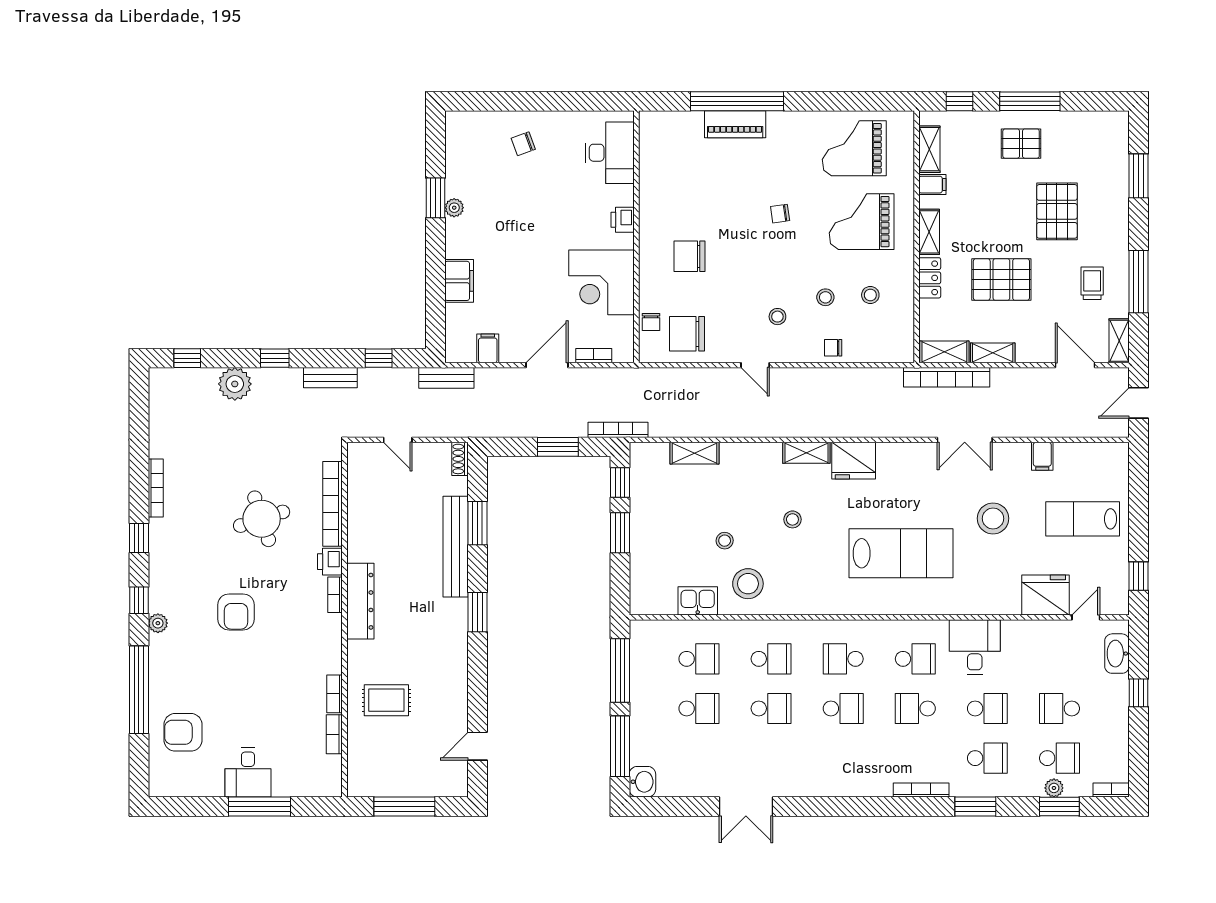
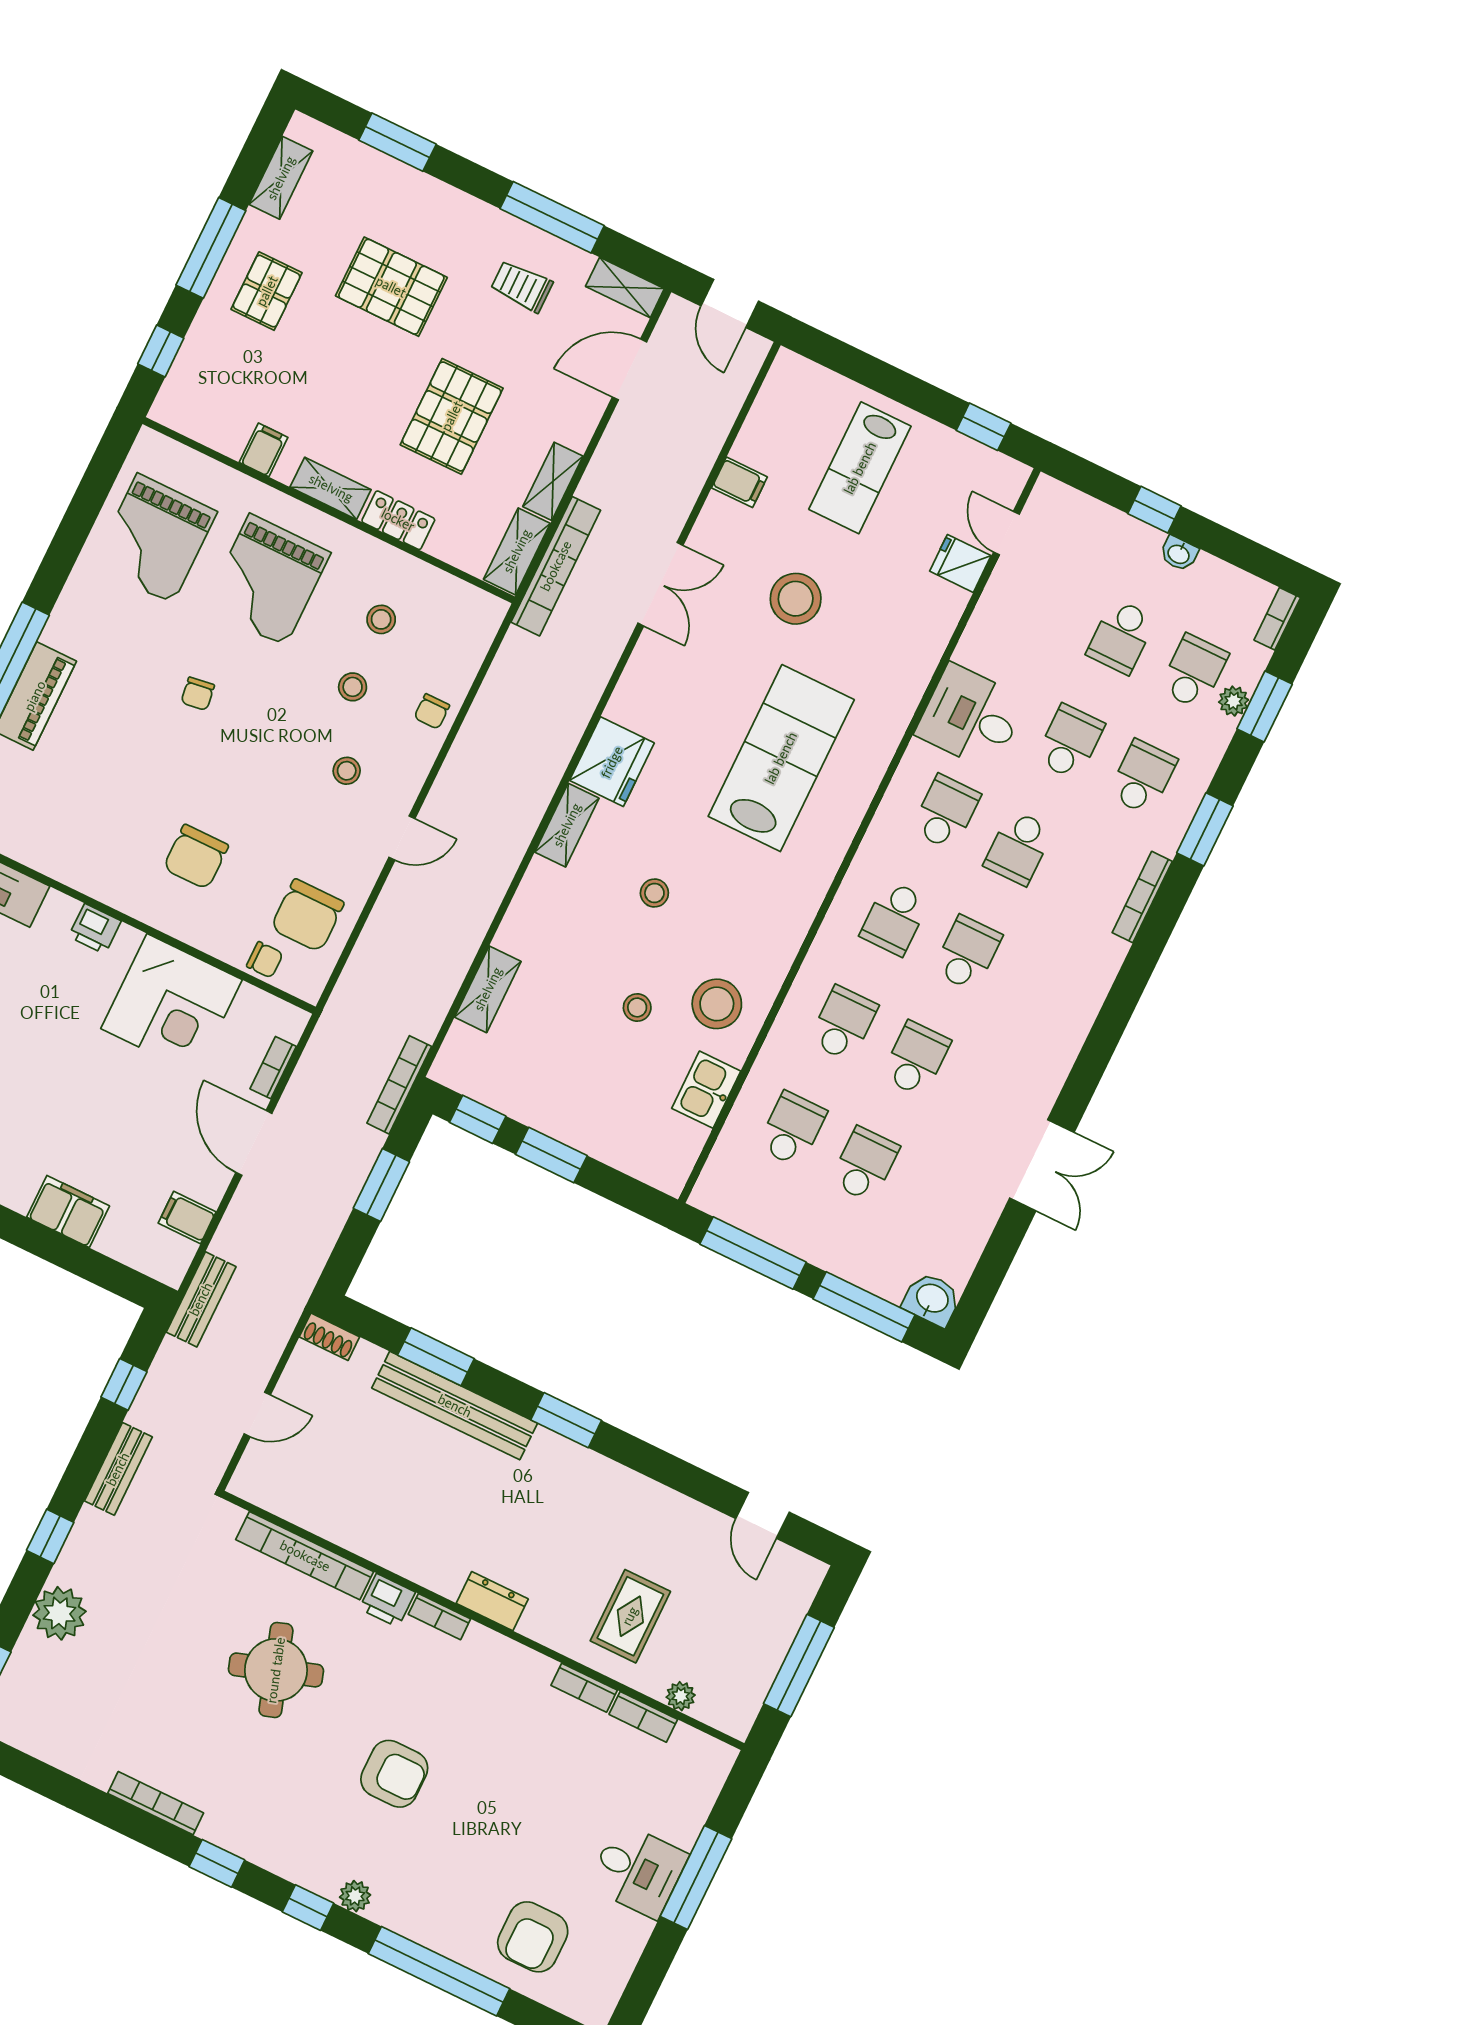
shelving: (929, 149) -> (281, 178), moved, turned 90
fridge: (1046, 595) -> (960, 563), width x0.53, depth x0.75
dresser: (360, 601) -> (492, 1601), width x0.51, depth x0.80
washbasin: (1117, 654) -> (1179, 554), moved, width x0.52, depth x0.69
plant: (356, 749) -> (681, 1696), added

